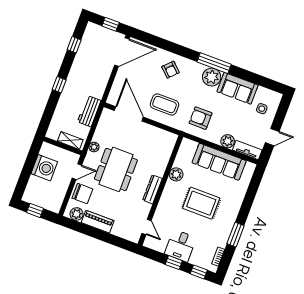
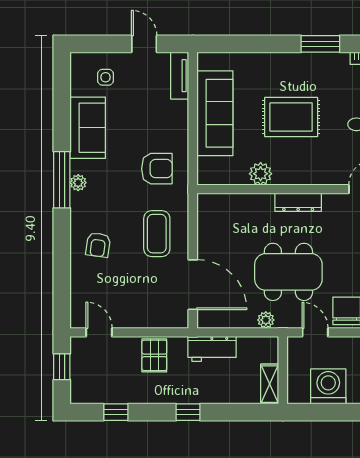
door: (122, 52) -> (99, 332), width x0.53
armchair: (170, 70) -> (98, 245), turned 144
plant: (212, 77) -> (78, 183), width x0.53, depth x0.53
pallet: (98, 78) -> (154, 355), added
door: (129, 114) -> (193, 285), swing flipped
armchair: (201, 118) -> (157, 169), turned -90
shelving: (70, 140) -> (270, 384), moved
plant: (228, 141) -> (177, 112), removed
rug: (201, 203) -> (291, 117), turned 90

